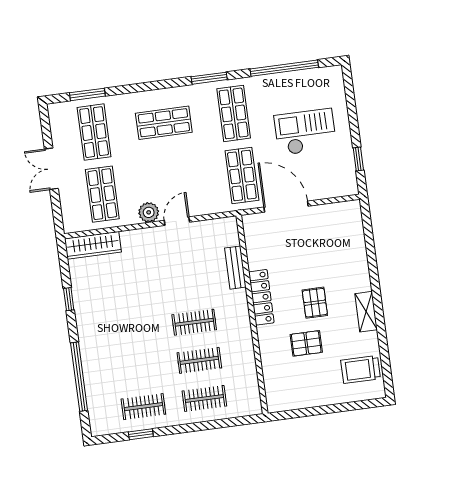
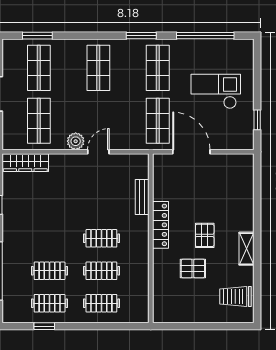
shop shelf: (164, 123) -> (98, 68), turned 90
clothes rail: (138, 368) -> (50, 271), added

